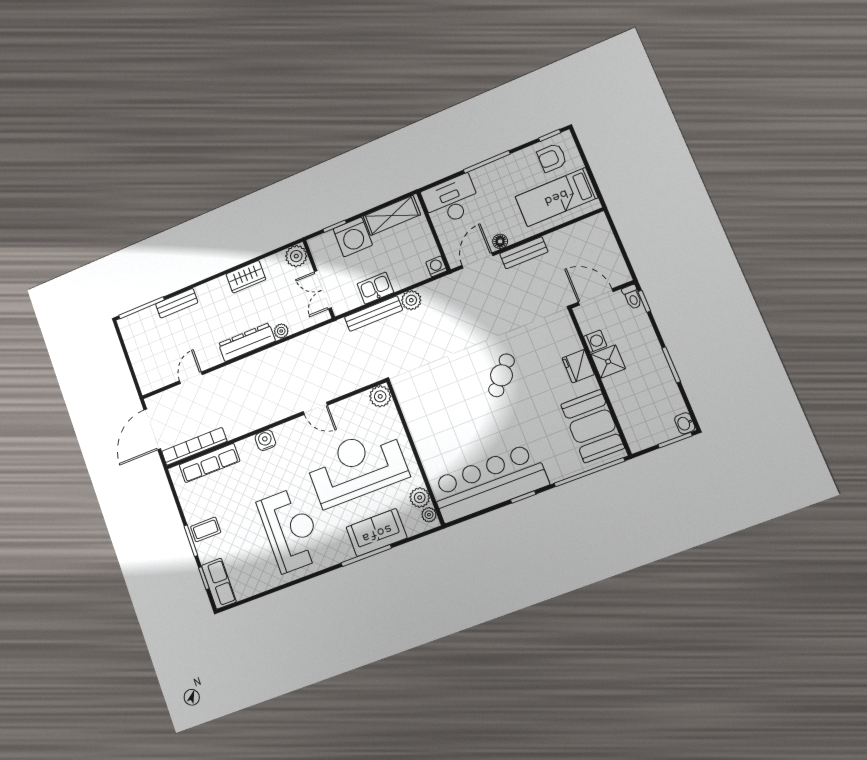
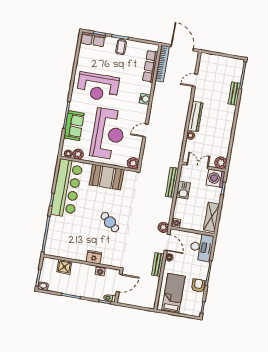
armchair: (552, 158) -> (198, 286), moved
washing machine: (353, 237) -> (216, 178), moved
wardrobe: (246, 277) -> (226, 134), removed
plant: (411, 300) -> (163, 227), moved
shower: (608, 362) -> (64, 267), moved
door: (191, 378) -> (195, 80), swing flipped
booth: (593, 426) -> (107, 177), moved

